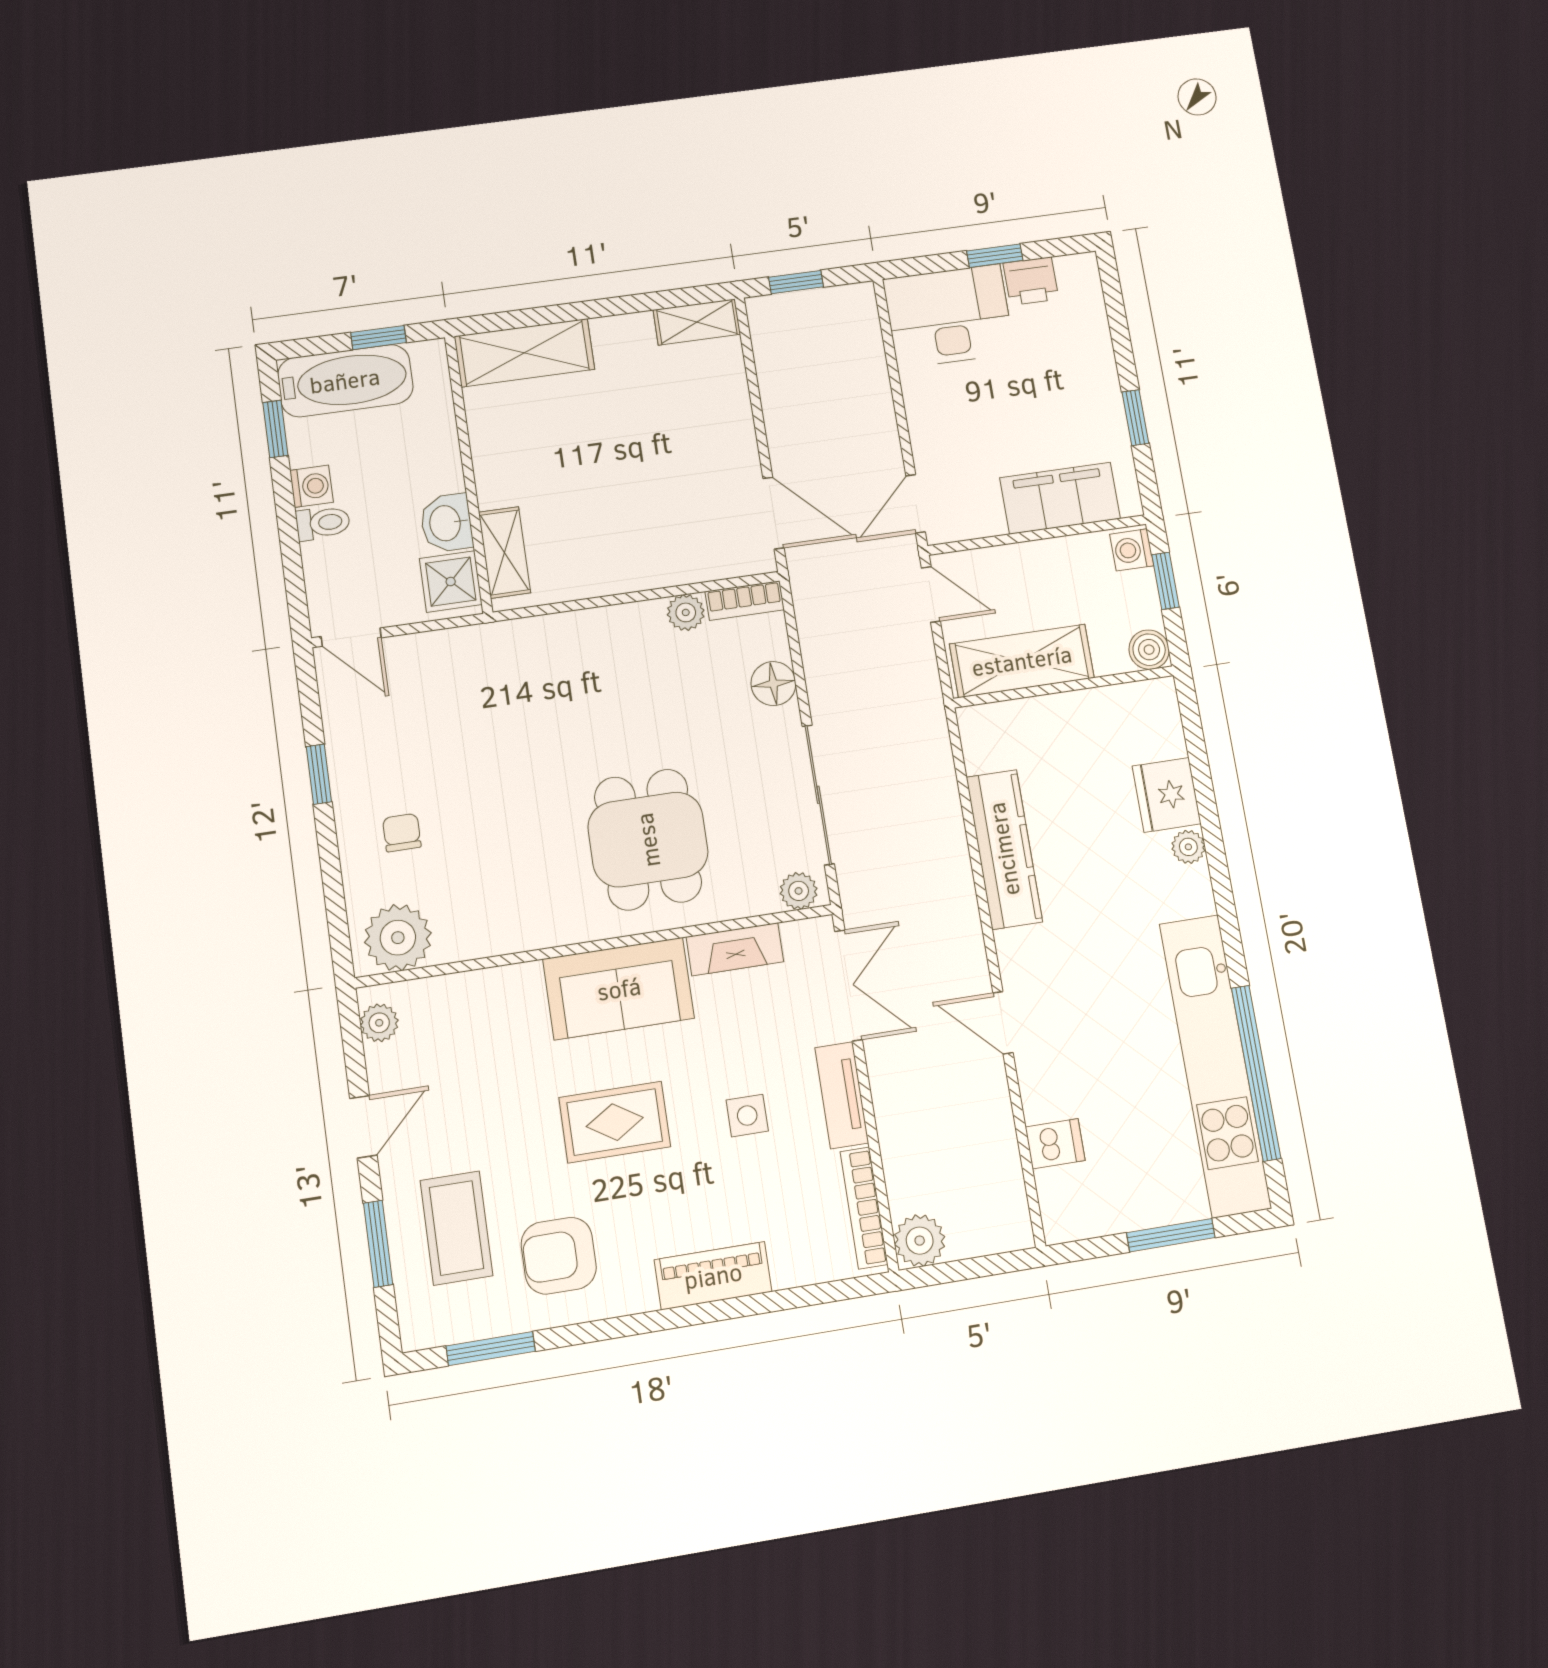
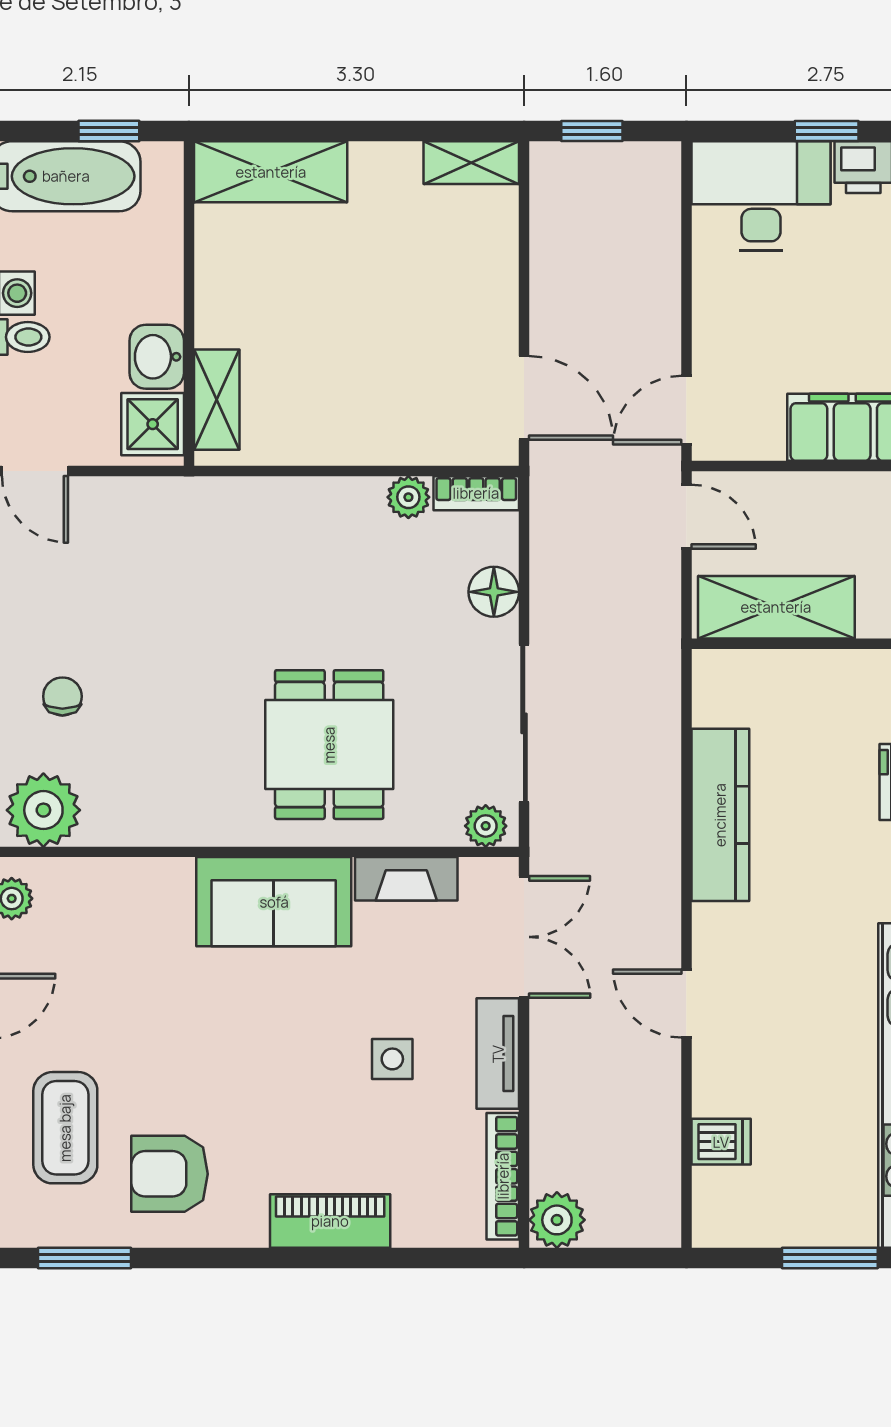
rug: (615, 1122) -> (249, 1043), removed

